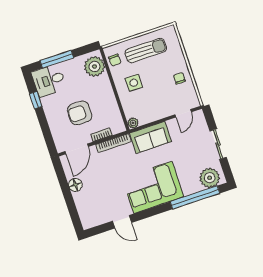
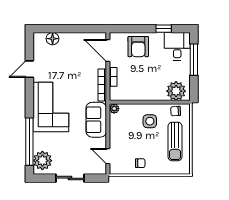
armchair: (80, 113) -> (138, 47), moved, turned 180
floor lamp: (75, 185) -> (53, 39), moved

